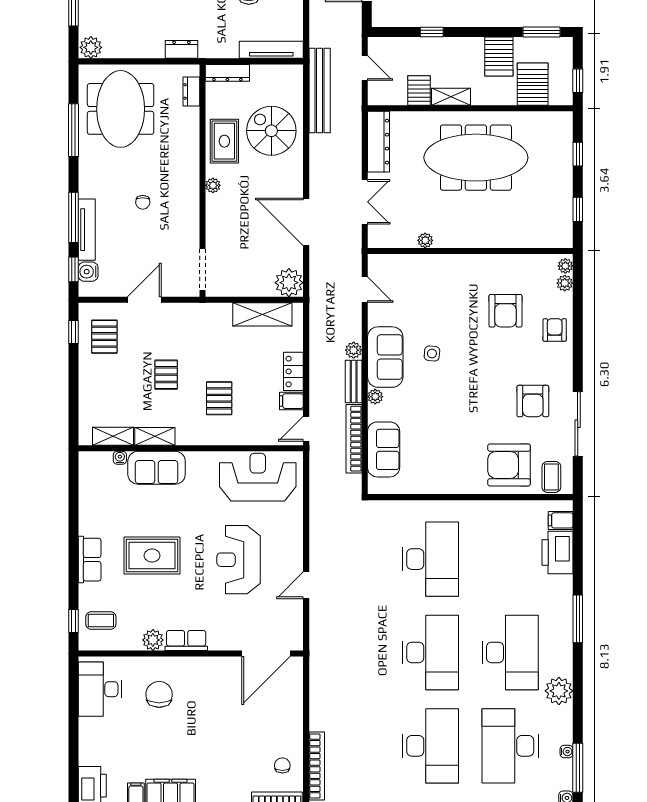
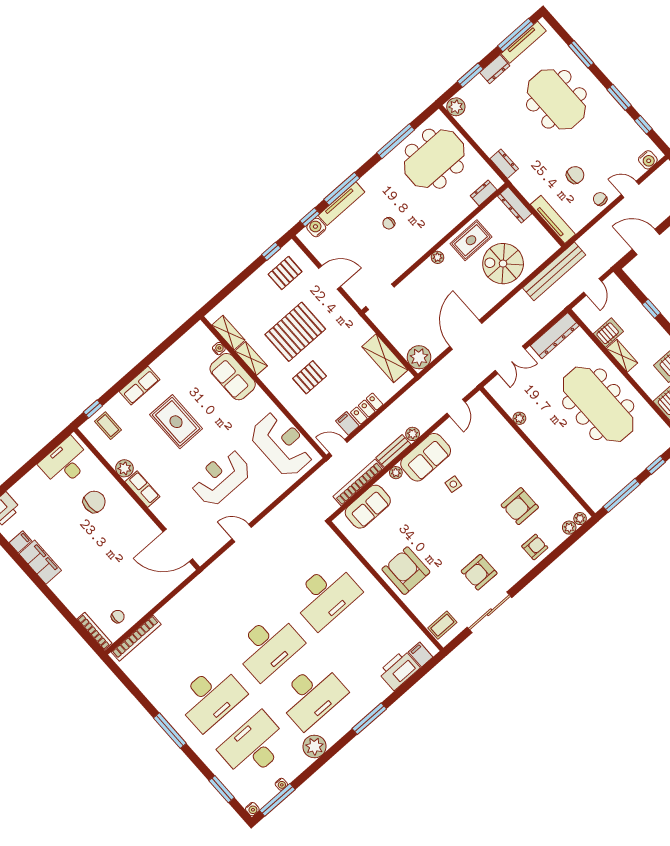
spiral stairs: (271, 131) -> (503, 264), turned -90
window: (578, 209) -> (622, 495), width x2.17
pallet: (166, 375) -> (295, 332), width x2.05, depth x2.00
armchair: (509, 465) -> (406, 571), moved

